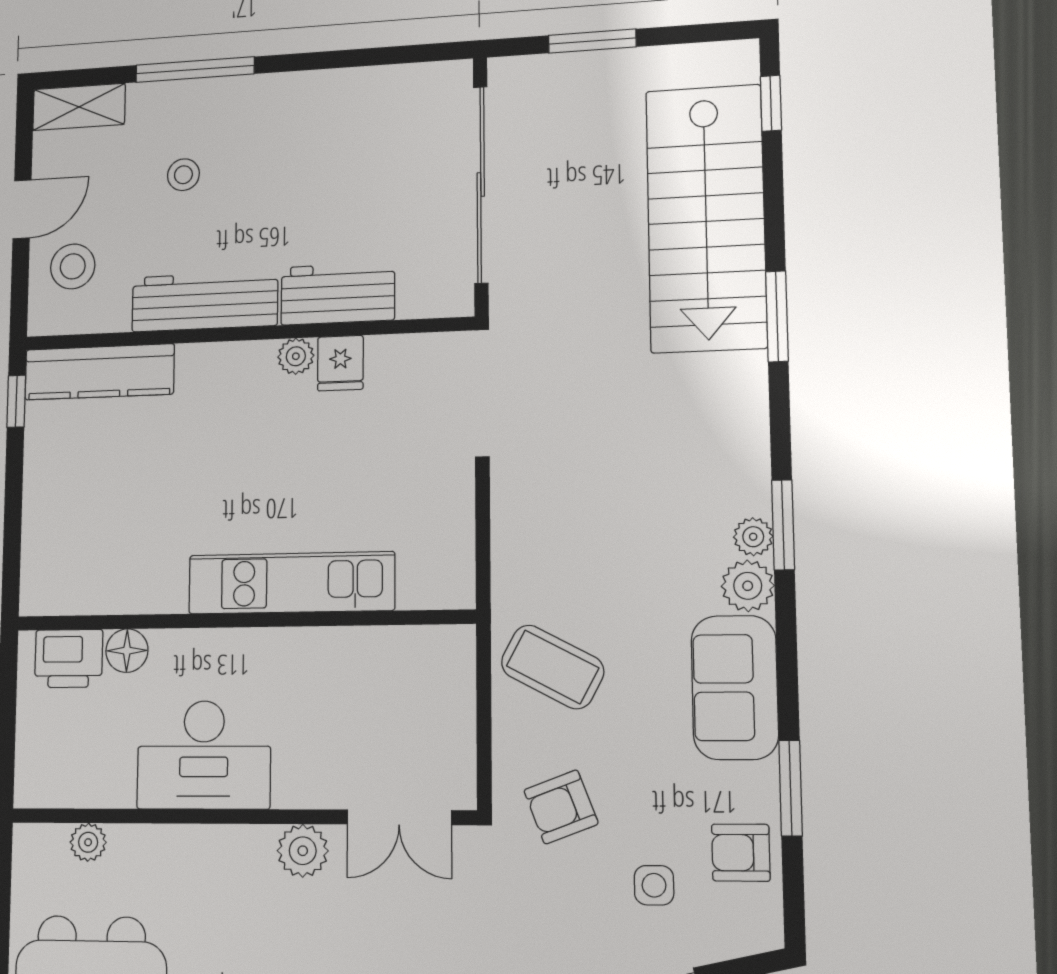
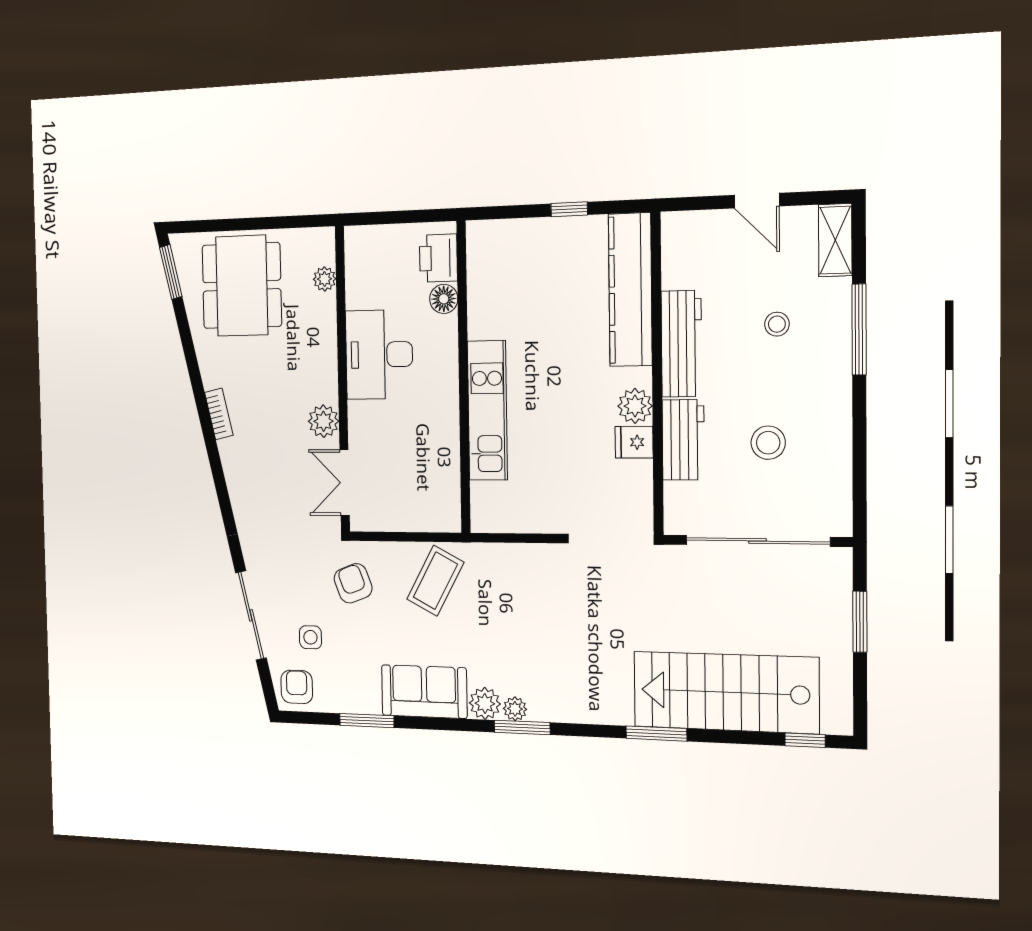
stool: (73, 266) -> (768, 443), moved
plant: (296, 356) -> (635, 406), width x1.38, depth x1.38
kitchen counter: (99, 372) -> (630, 290), width x1.39, depth x1.17
window: (16, 401) -> (569, 209), moved
armchair: (741, 853) -> (297, 687), moved

